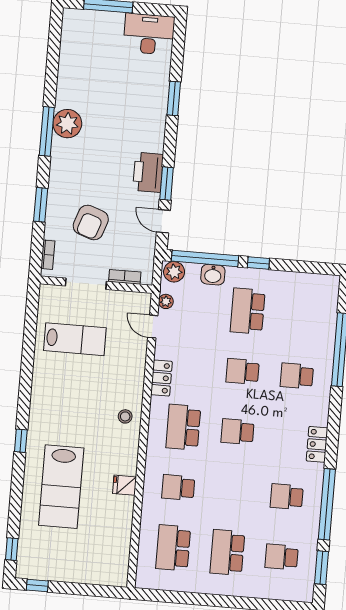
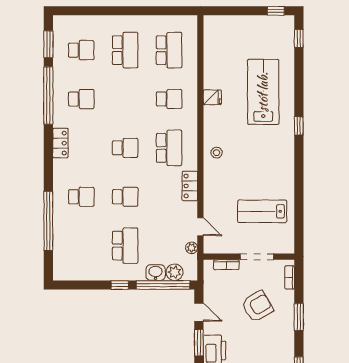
armchair: (91, 222) -> (257, 306), turned 41
plant: (174, 272) -> (175, 272), moved

